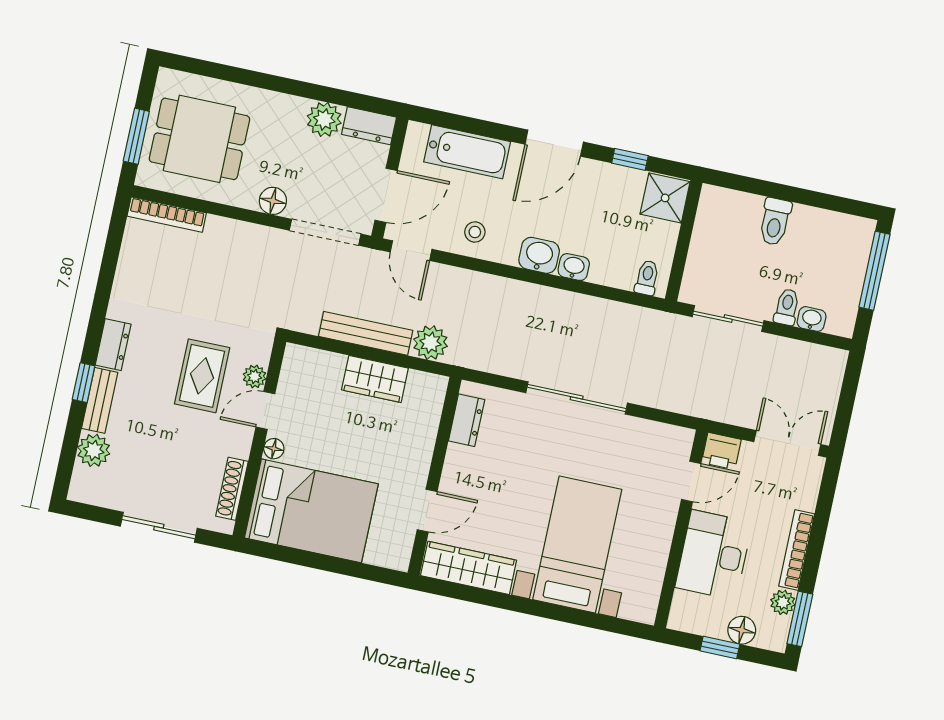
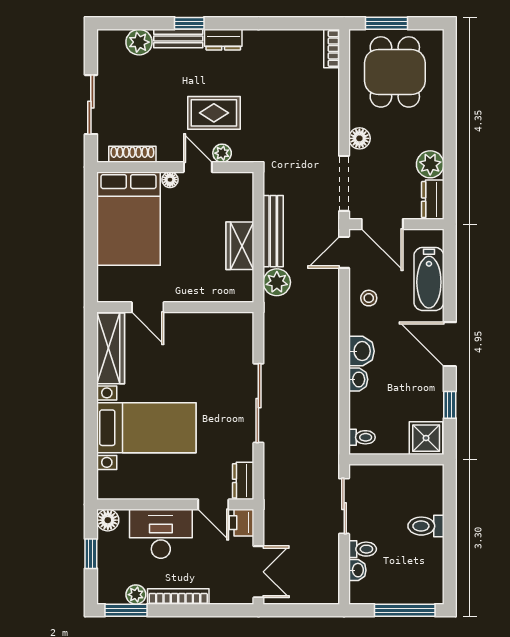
bookcase: (167, 215) -> (332, 48), width x0.64
dresser: (467, 420) -> (243, 481), moved, turned 90
floor lamp: (742, 630) -> (108, 520), moved

